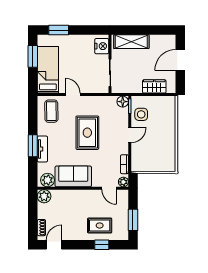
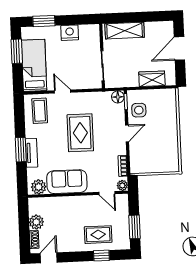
nightstand: (102, 46) -> (70, 33), moved, turned -90
plant: (44, 196) -> (36, 222), moved

